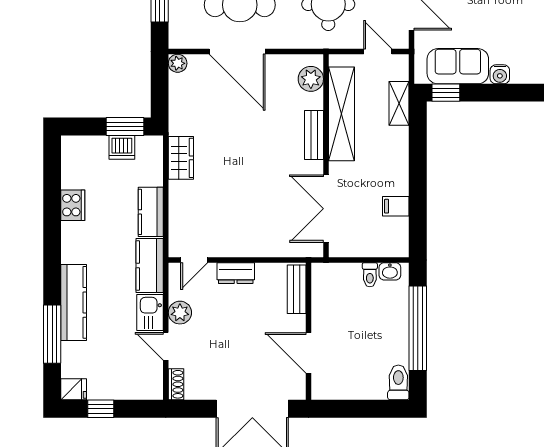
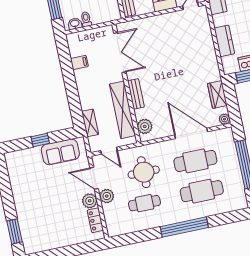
water cooler: (500, 74) -> (35, 152), removed
window: (446, 93) -> (40, 140), moved
wardrobe: (181, 158) -> (217, 94), moved
kitchen counter: (151, 212) -> (224, 41), moved

